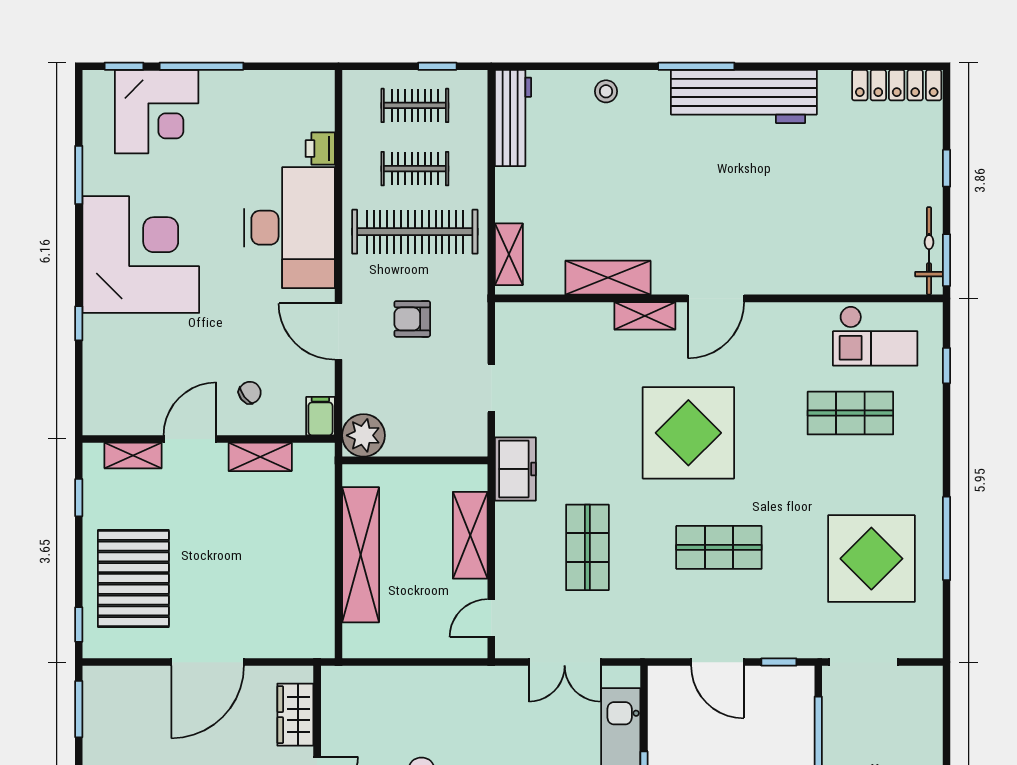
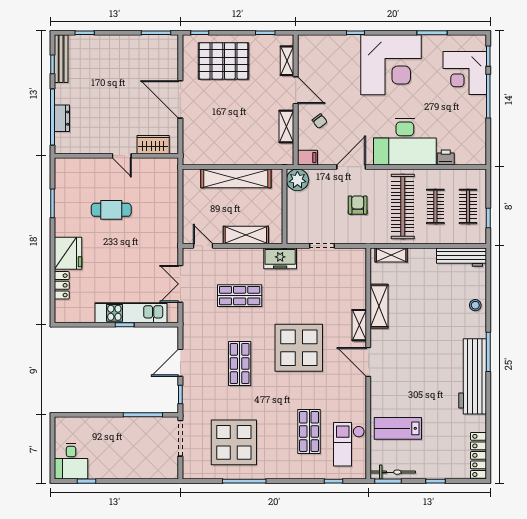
lab bench: (844, 241) -> (398, 428), added

